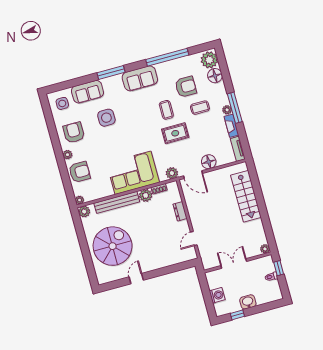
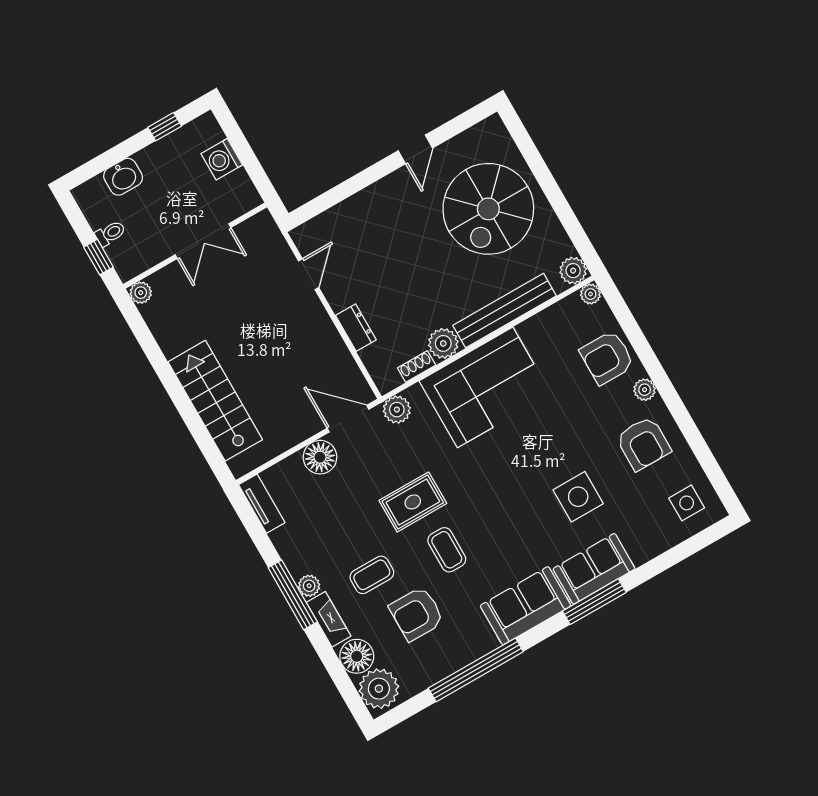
sofa: (87, 92) -> (594, 569), moved
fireplace: (231, 126) -> (329, 619), moved
washbasin: (248, 302) -> (123, 177), moved

